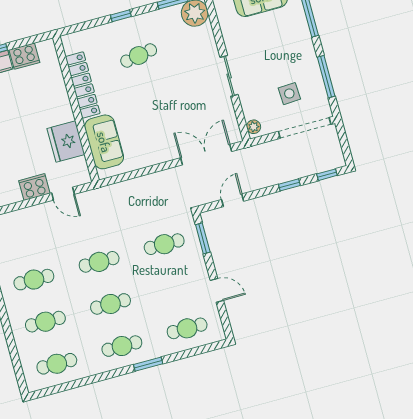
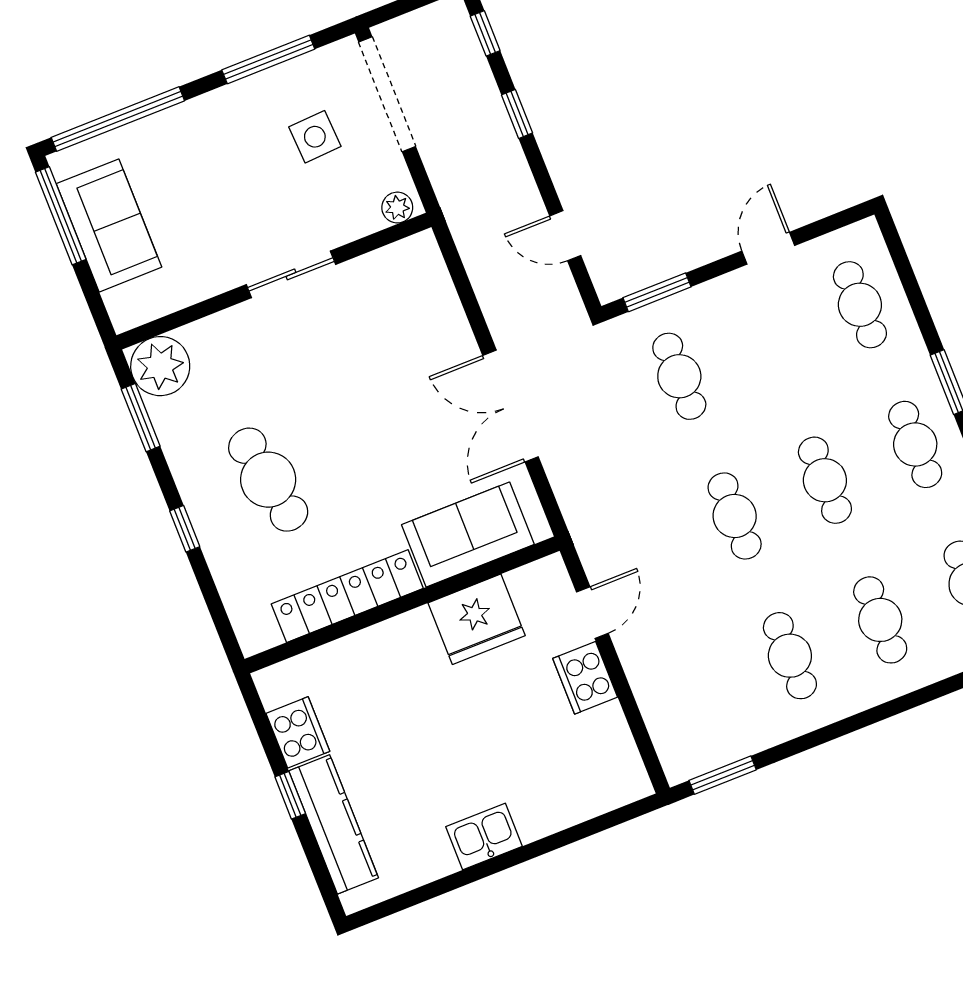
cafe table: (139, 56) -> (268, 480), width x1.37, depth x1.35
double door: (206, 155) -> (511, 406), moved

